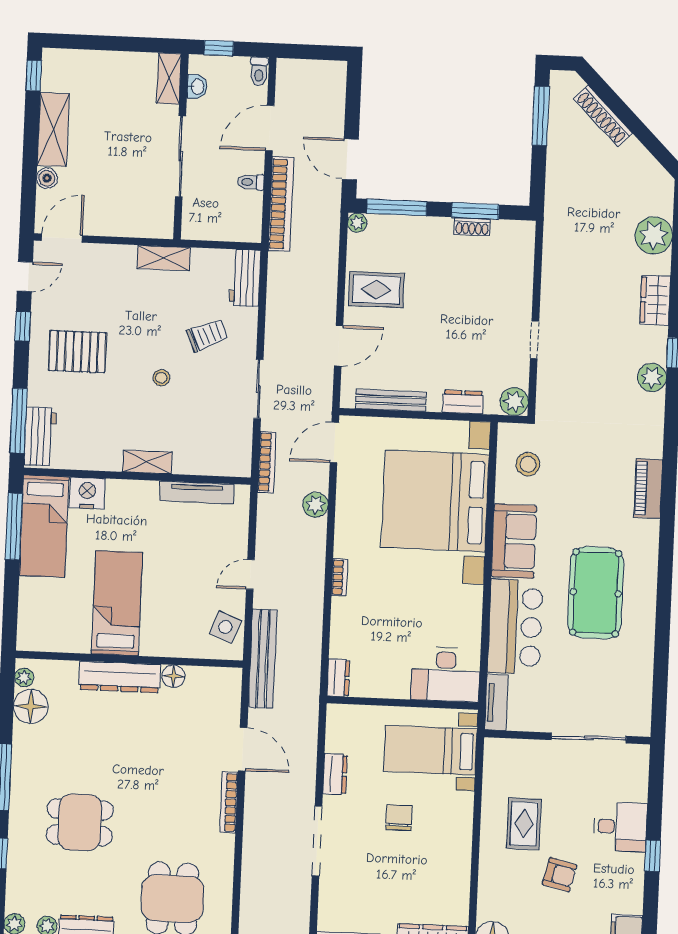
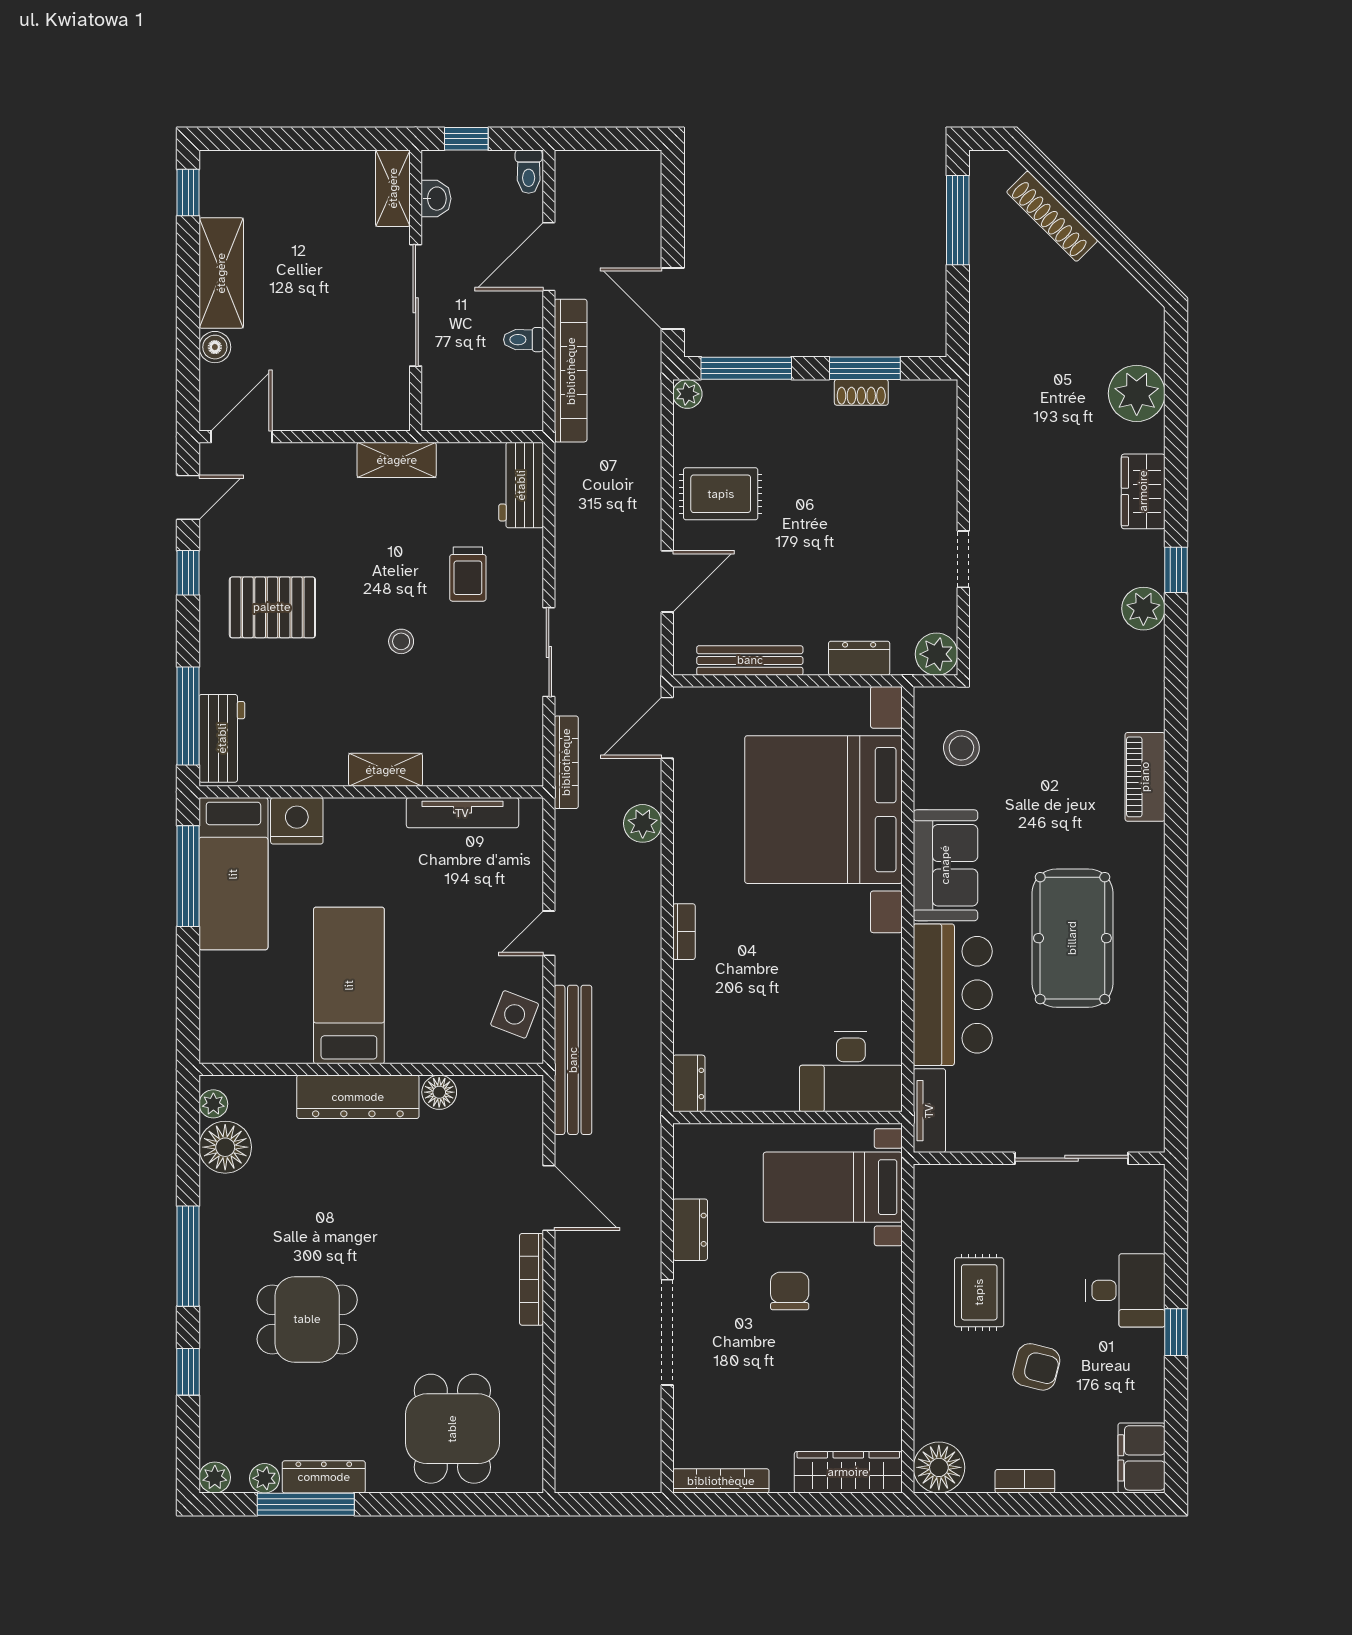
trolley: (207, 335) -> (468, 574), turned 113

